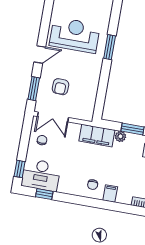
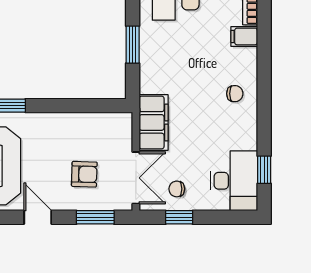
filing cabinet: (97, 136) -> (154, 122), moved
plant: (120, 136) -> (148, 62), removed
window: (20, 169) -> (179, 217), moved
filing cabinet: (110, 193) -> (244, 36), moved

